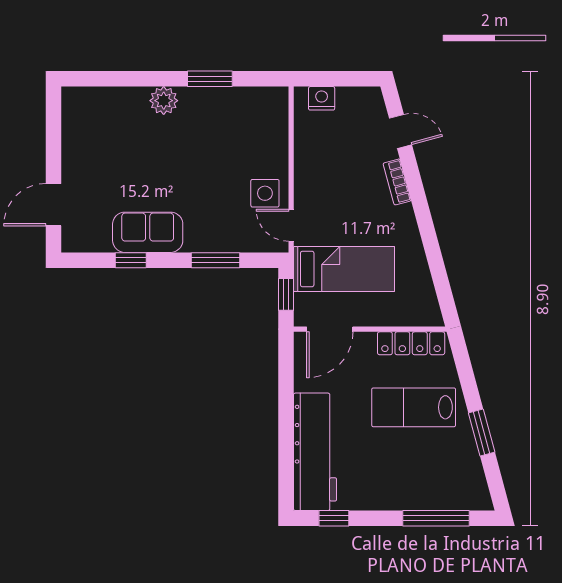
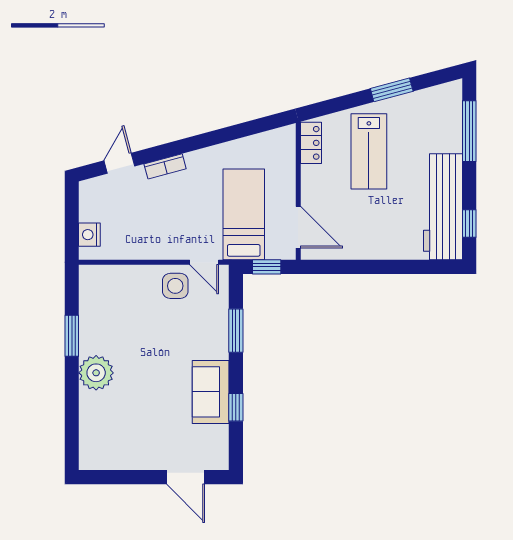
plant: (164, 101) -> (96, 373), width x1.36, depth x1.36
door: (291, 225) -> (204, 262), hinge flipped
locker: (411, 343) -> (311, 143), width x0.66
workbench: (315, 452) -> (443, 207), moved, turned -90

